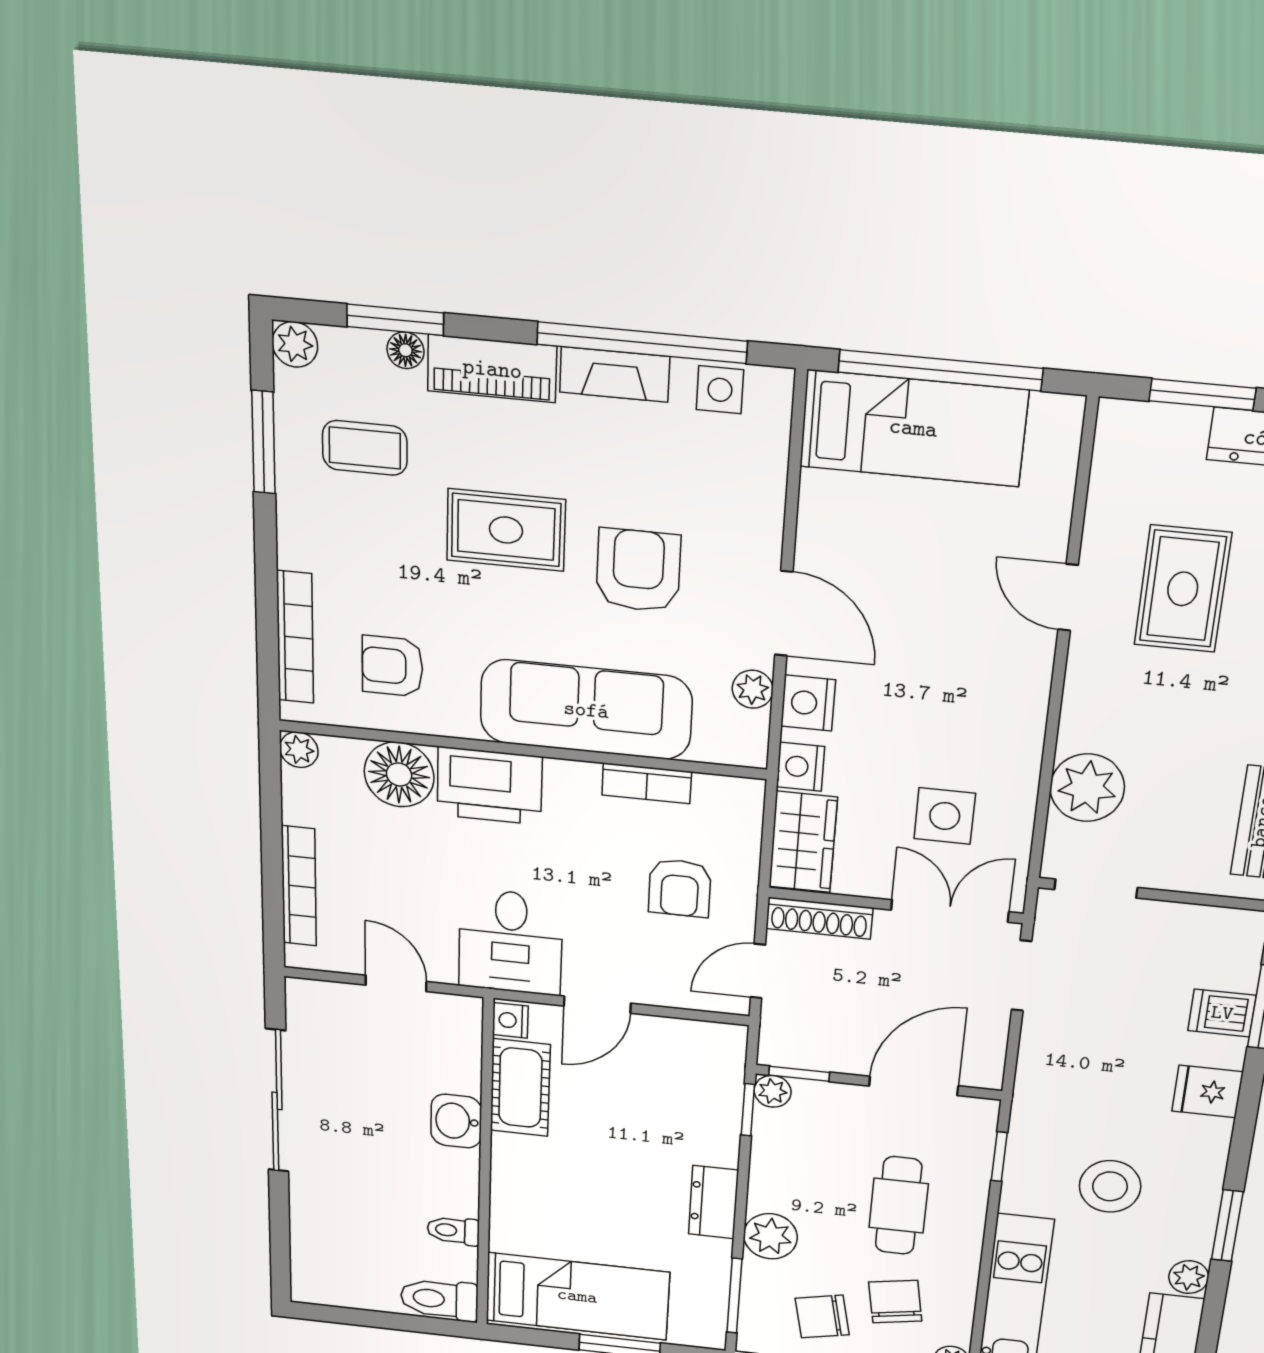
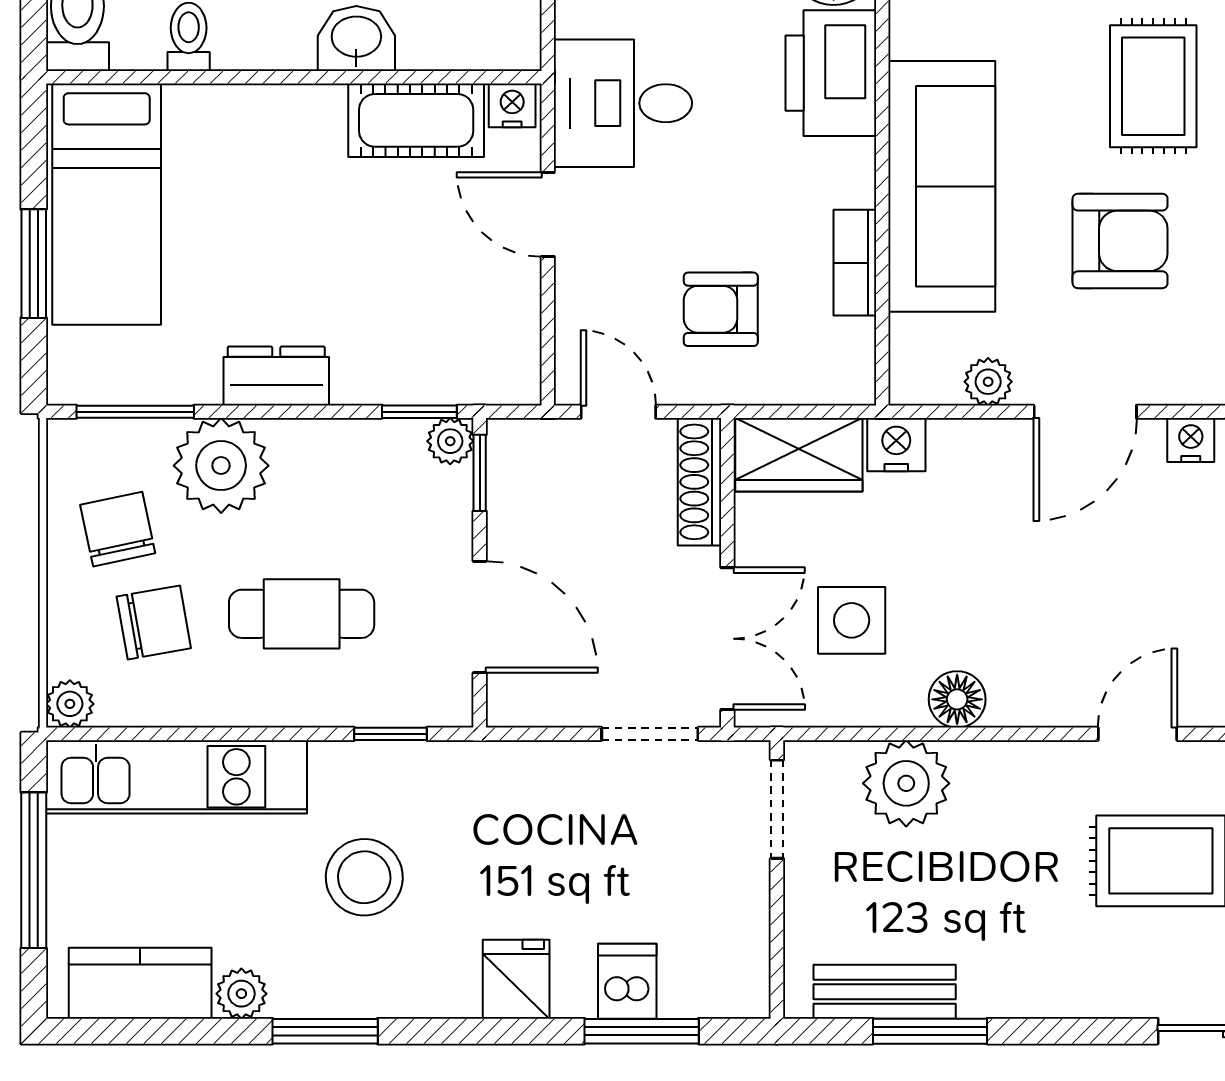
nightstand: (808, 703) -> (1191, 440), moved, width x0.72, depth x0.74
floor lamp: (1021, 741) -> (957, 699), added
plant: (770, 1236) -> (221, 466), width x1.36, depth x1.36

